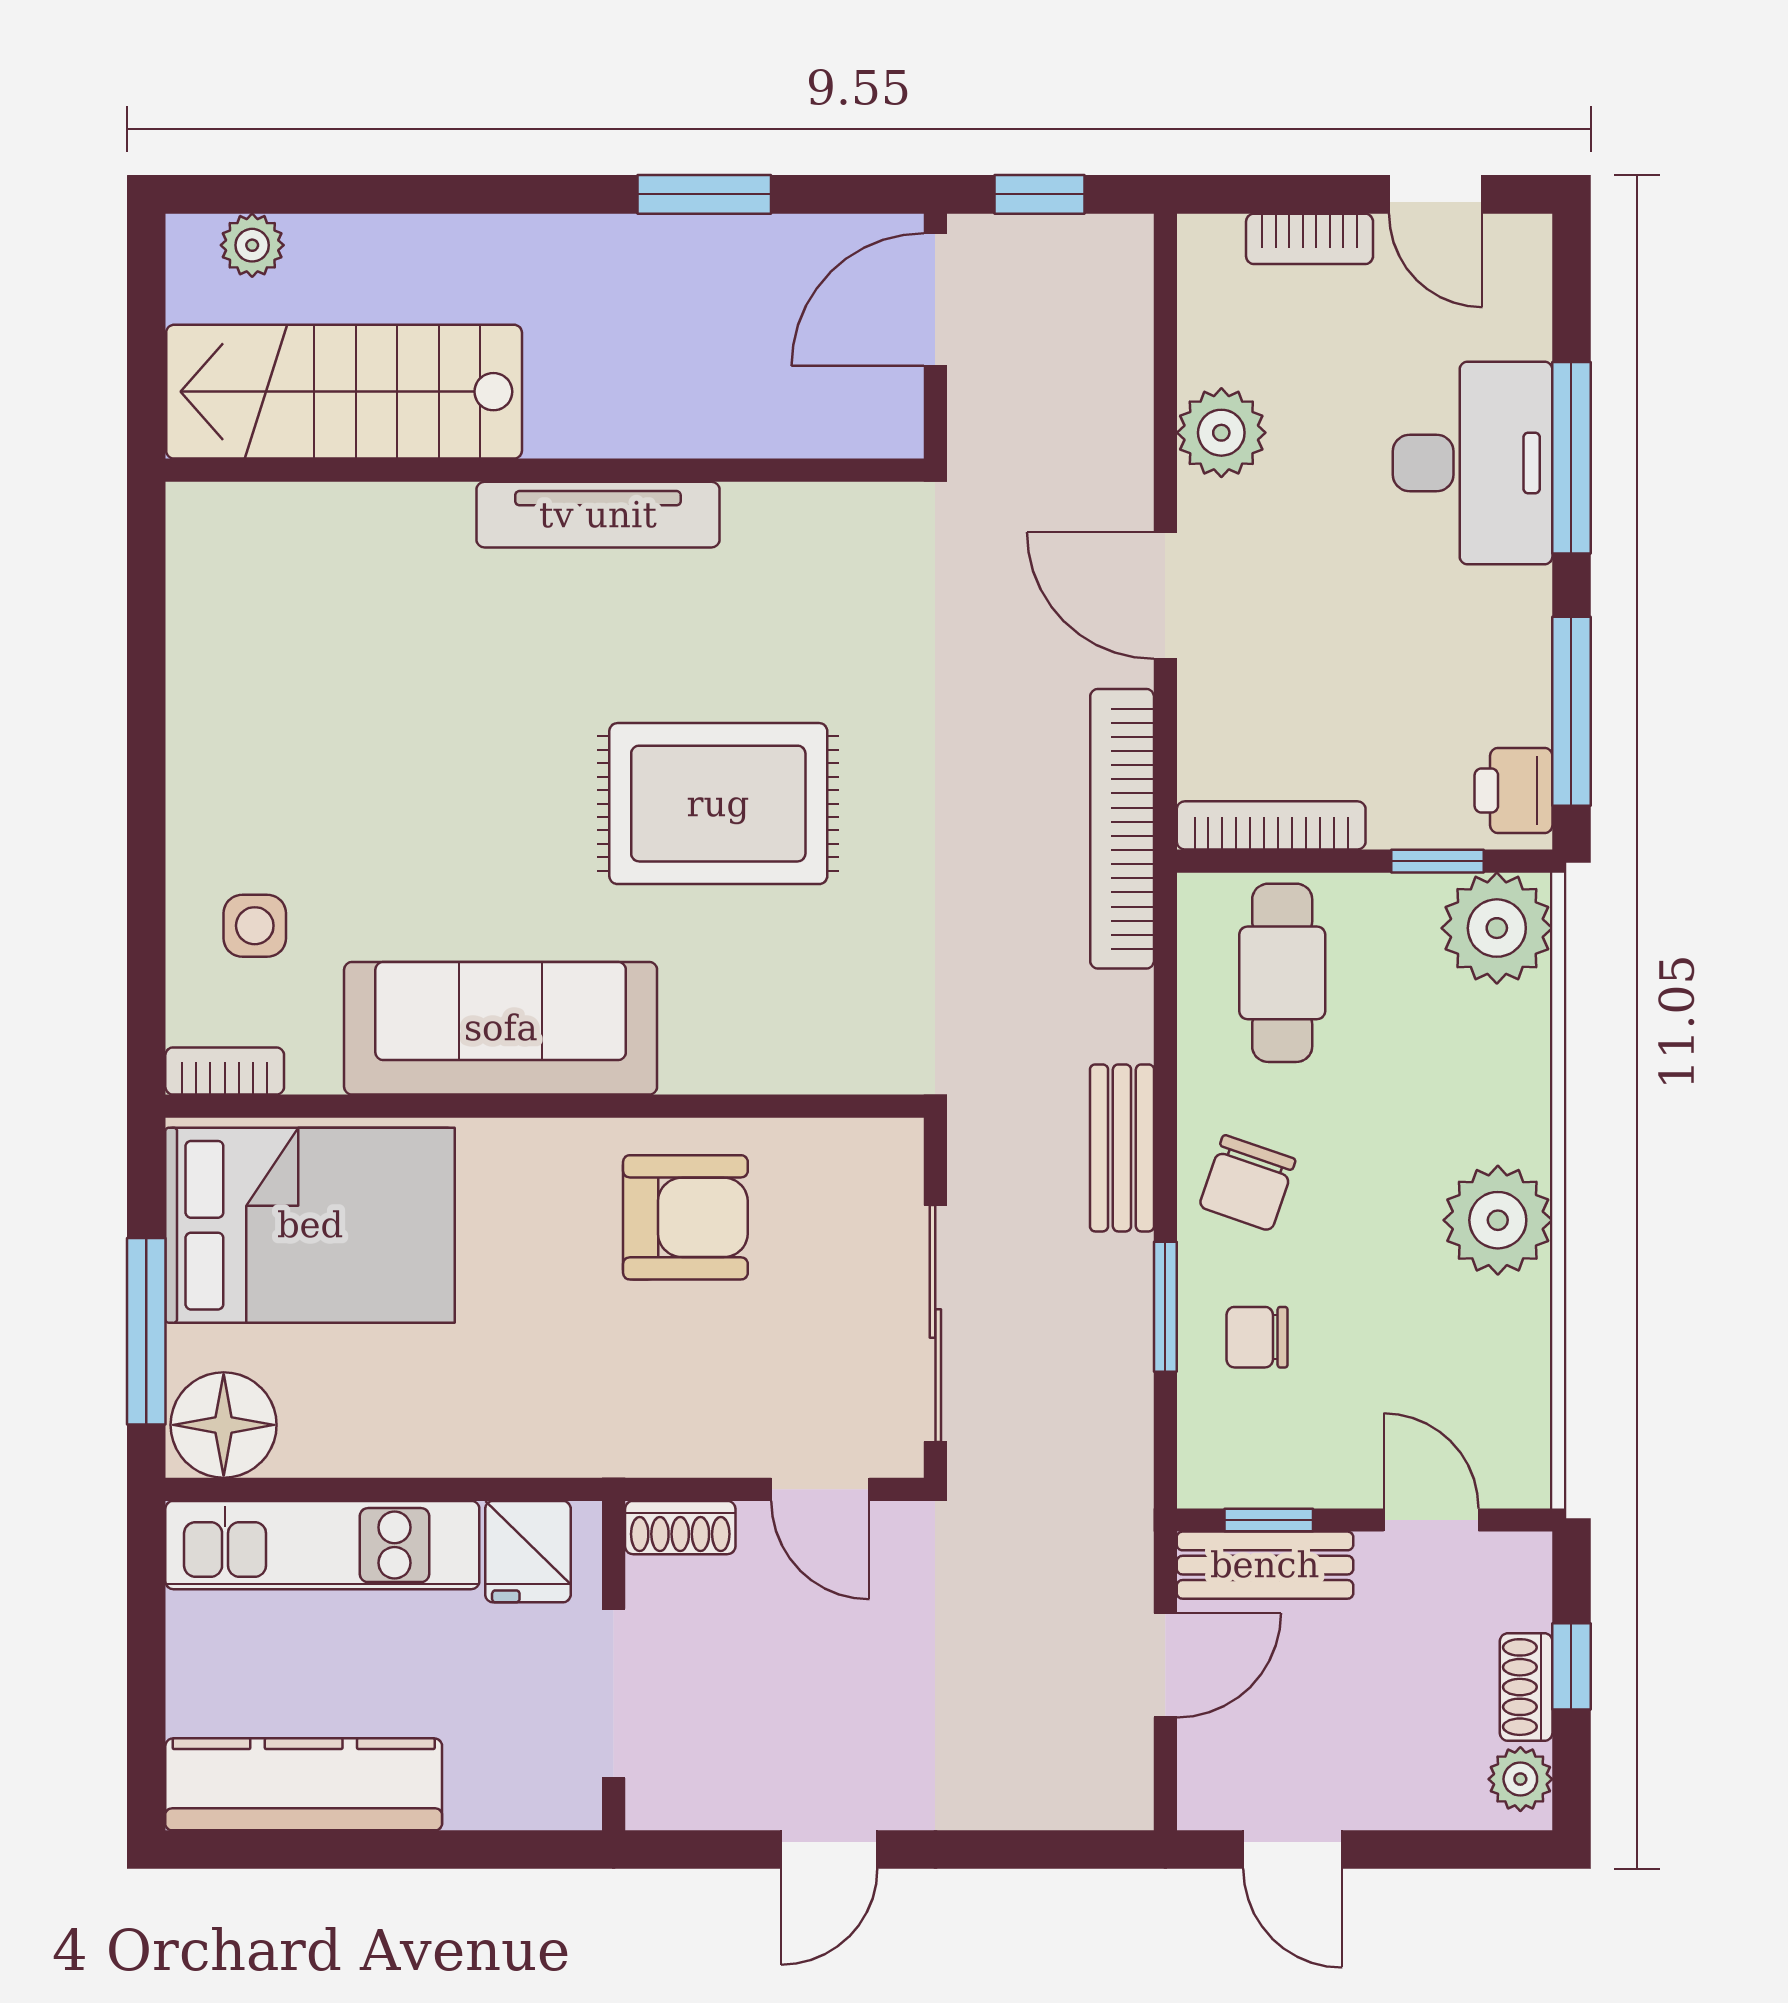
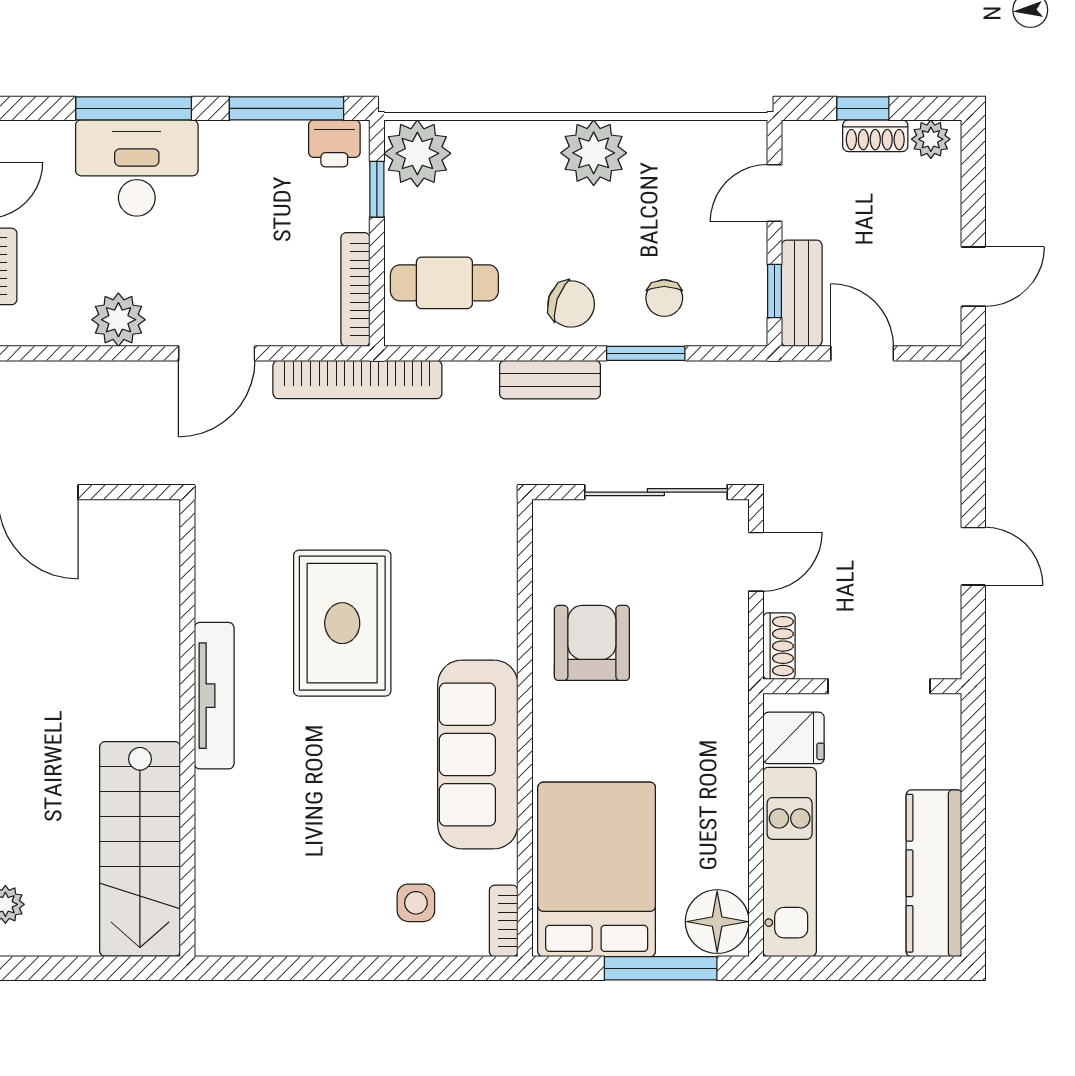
stairs: (344, 392) -> (140, 849), moved
wall: (545, 470) -> (187, 728), moved
tv unit: (598, 515) -> (214, 696), moved

